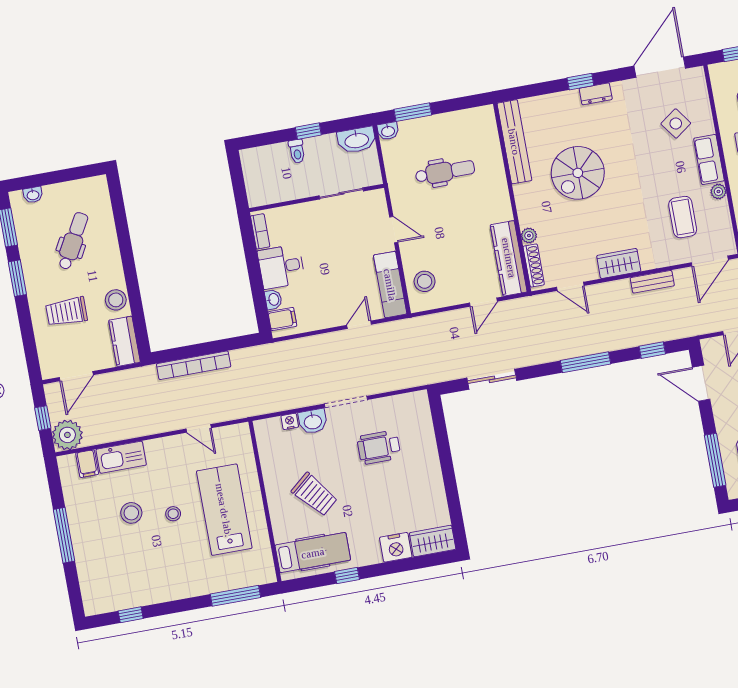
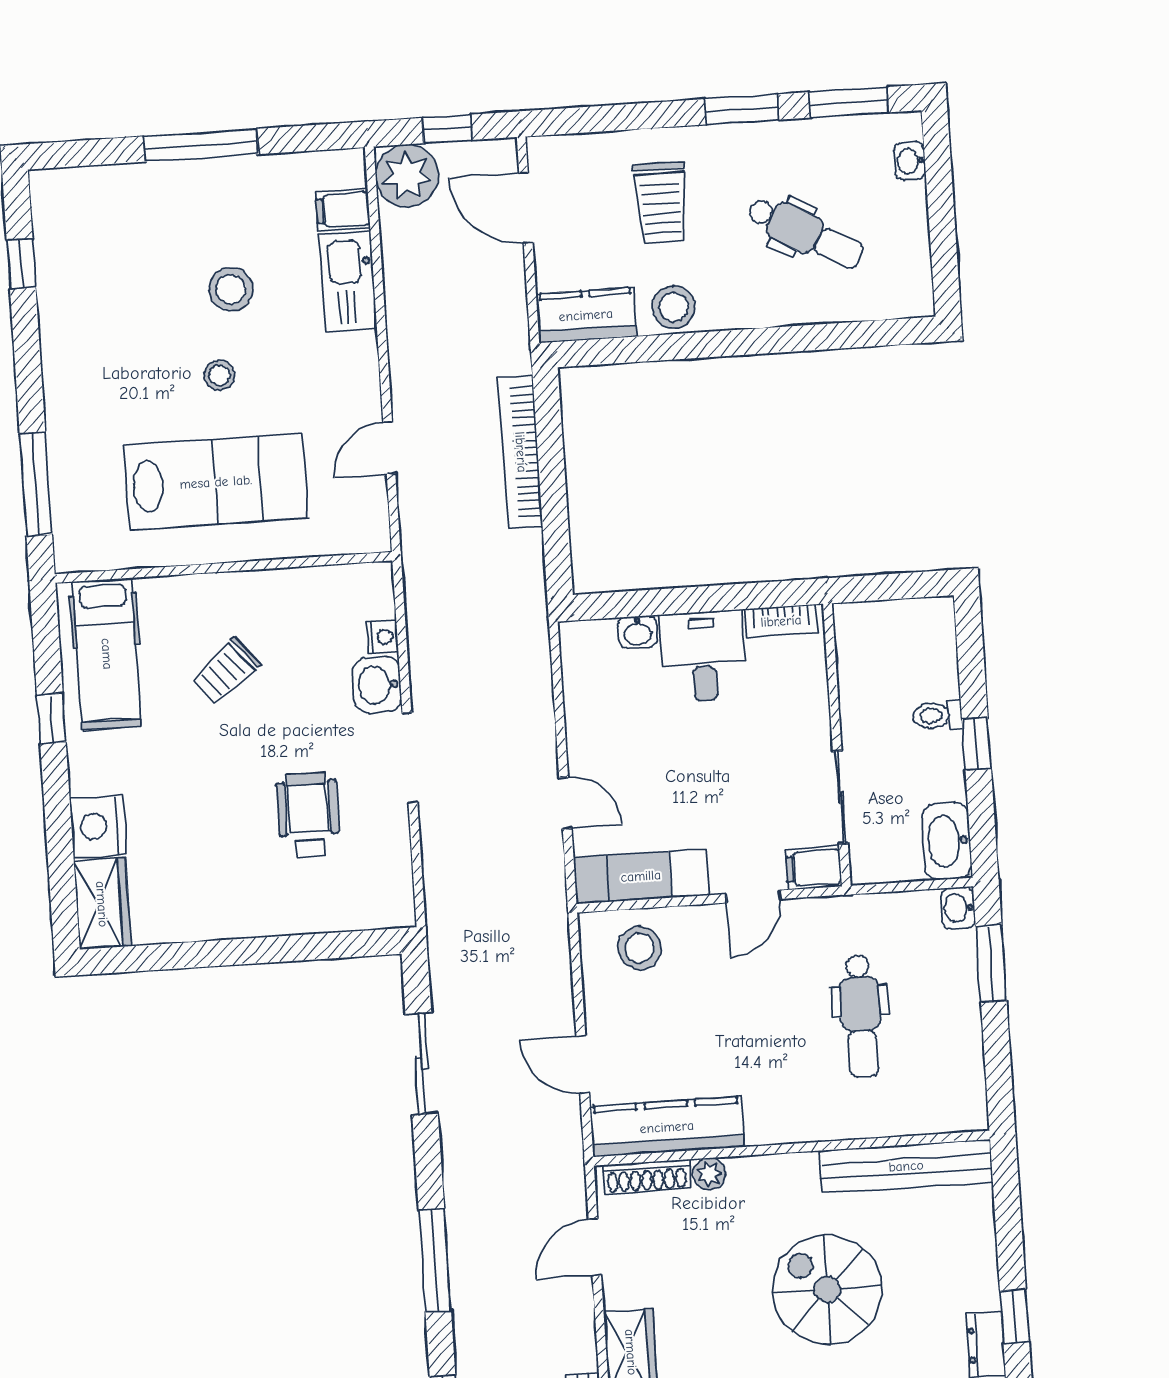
trolley: (67, 312) -> (661, 203), turned 180
filing cabinet: (282, 319) -> (814, 868), moved, turned 90
trolley: (315, 494) -> (226, 671), width x0.73, depth x0.72

